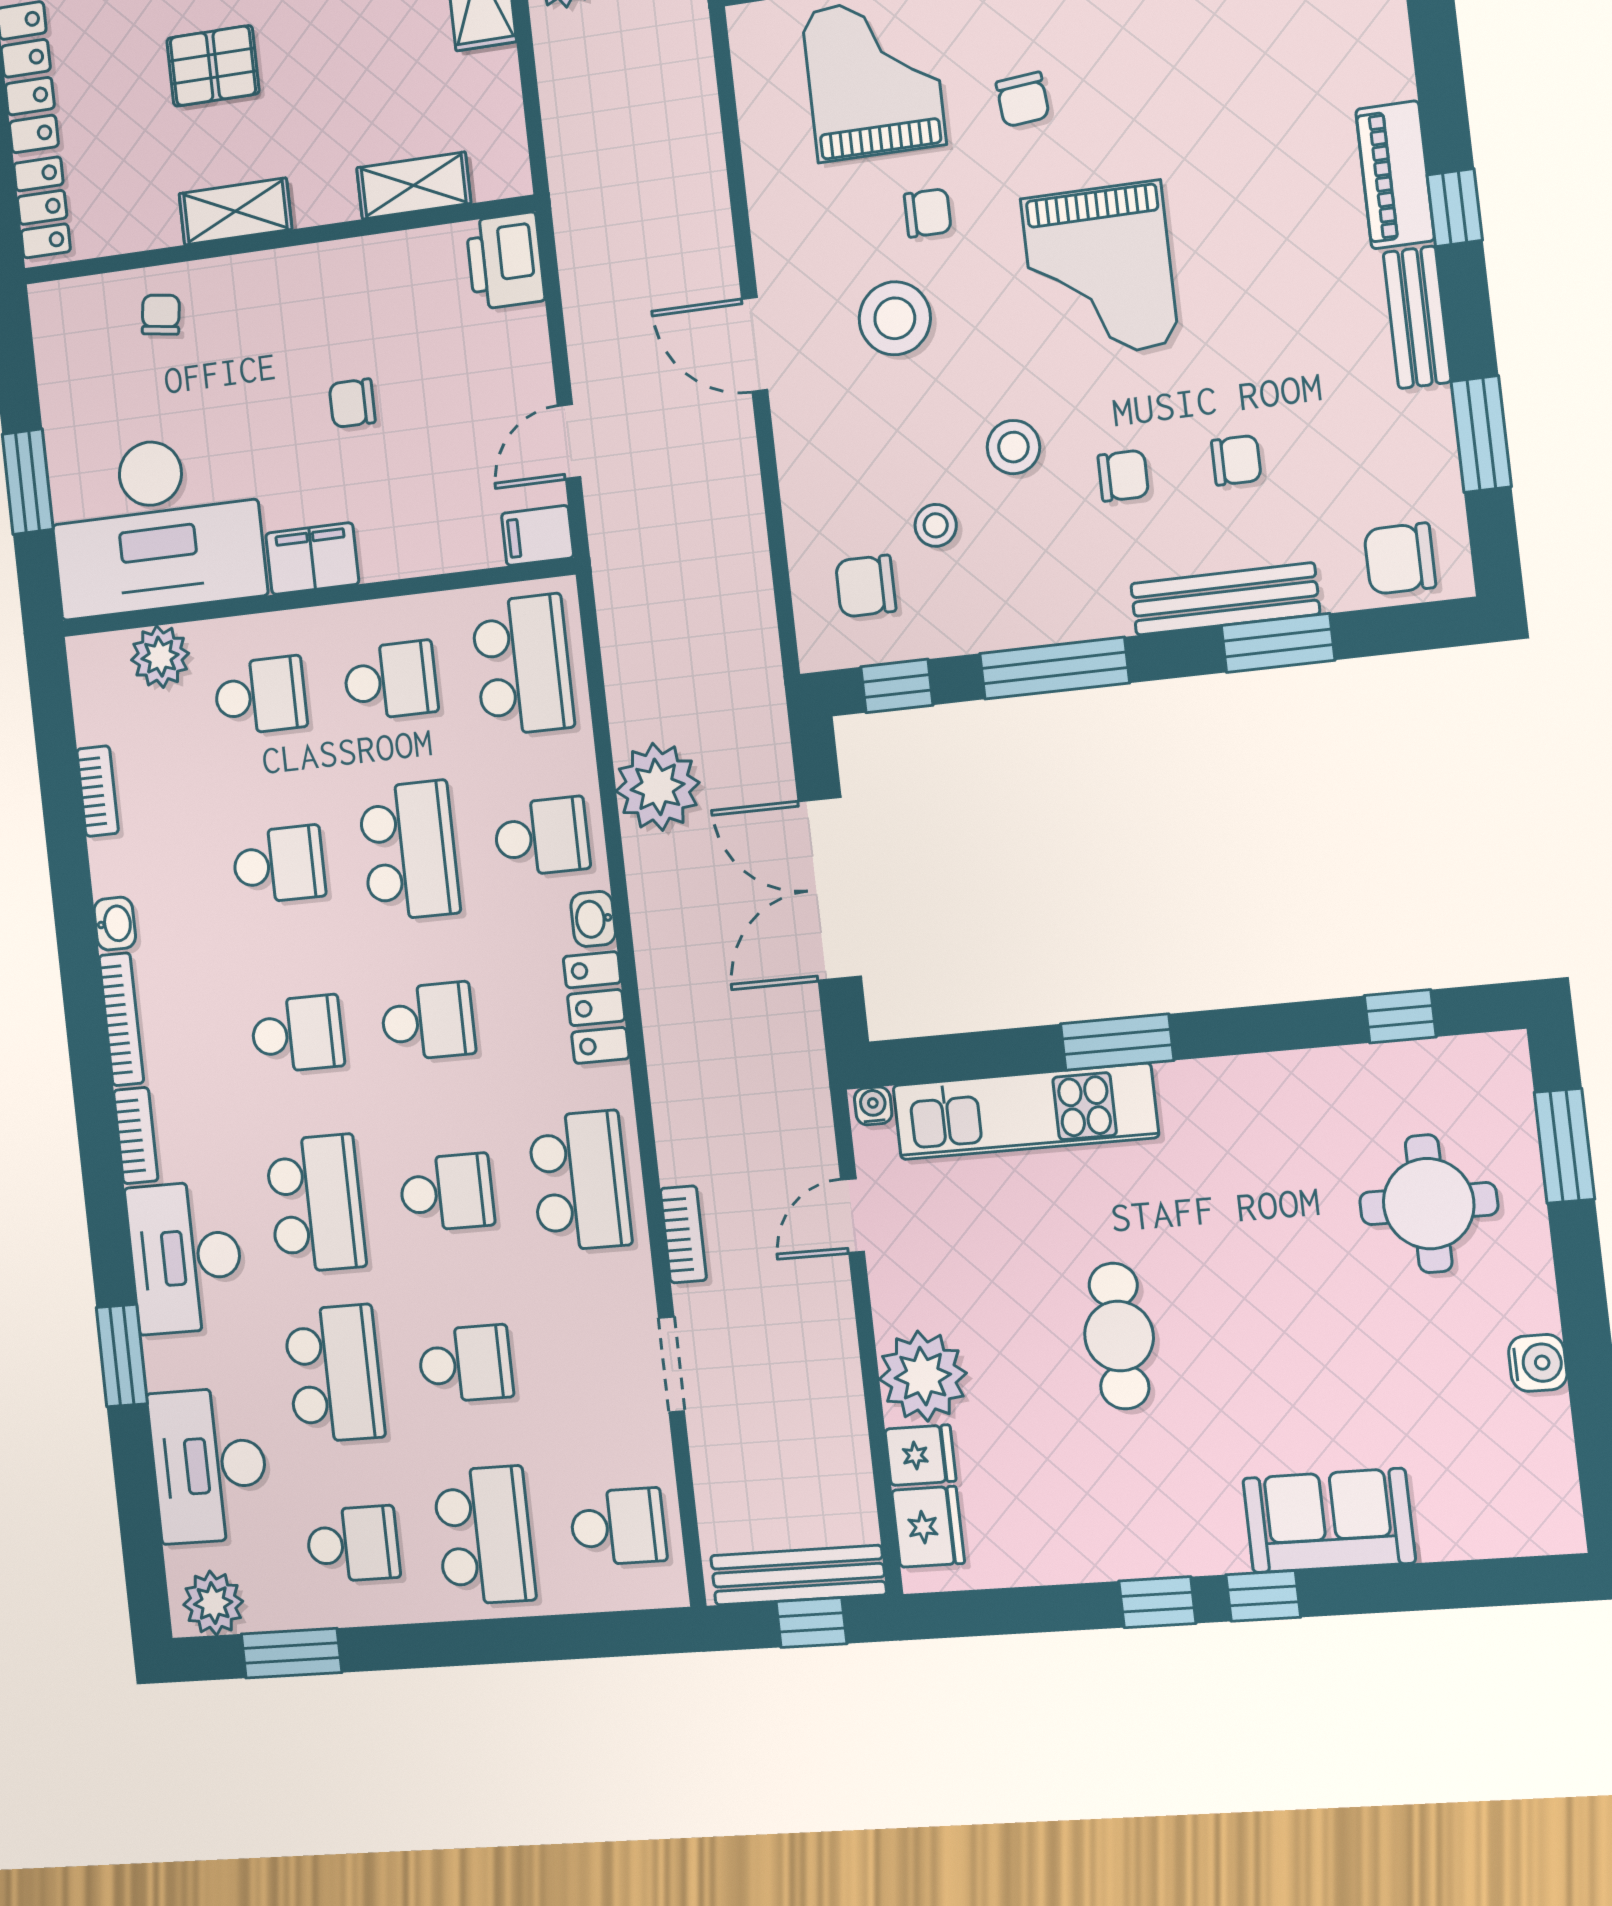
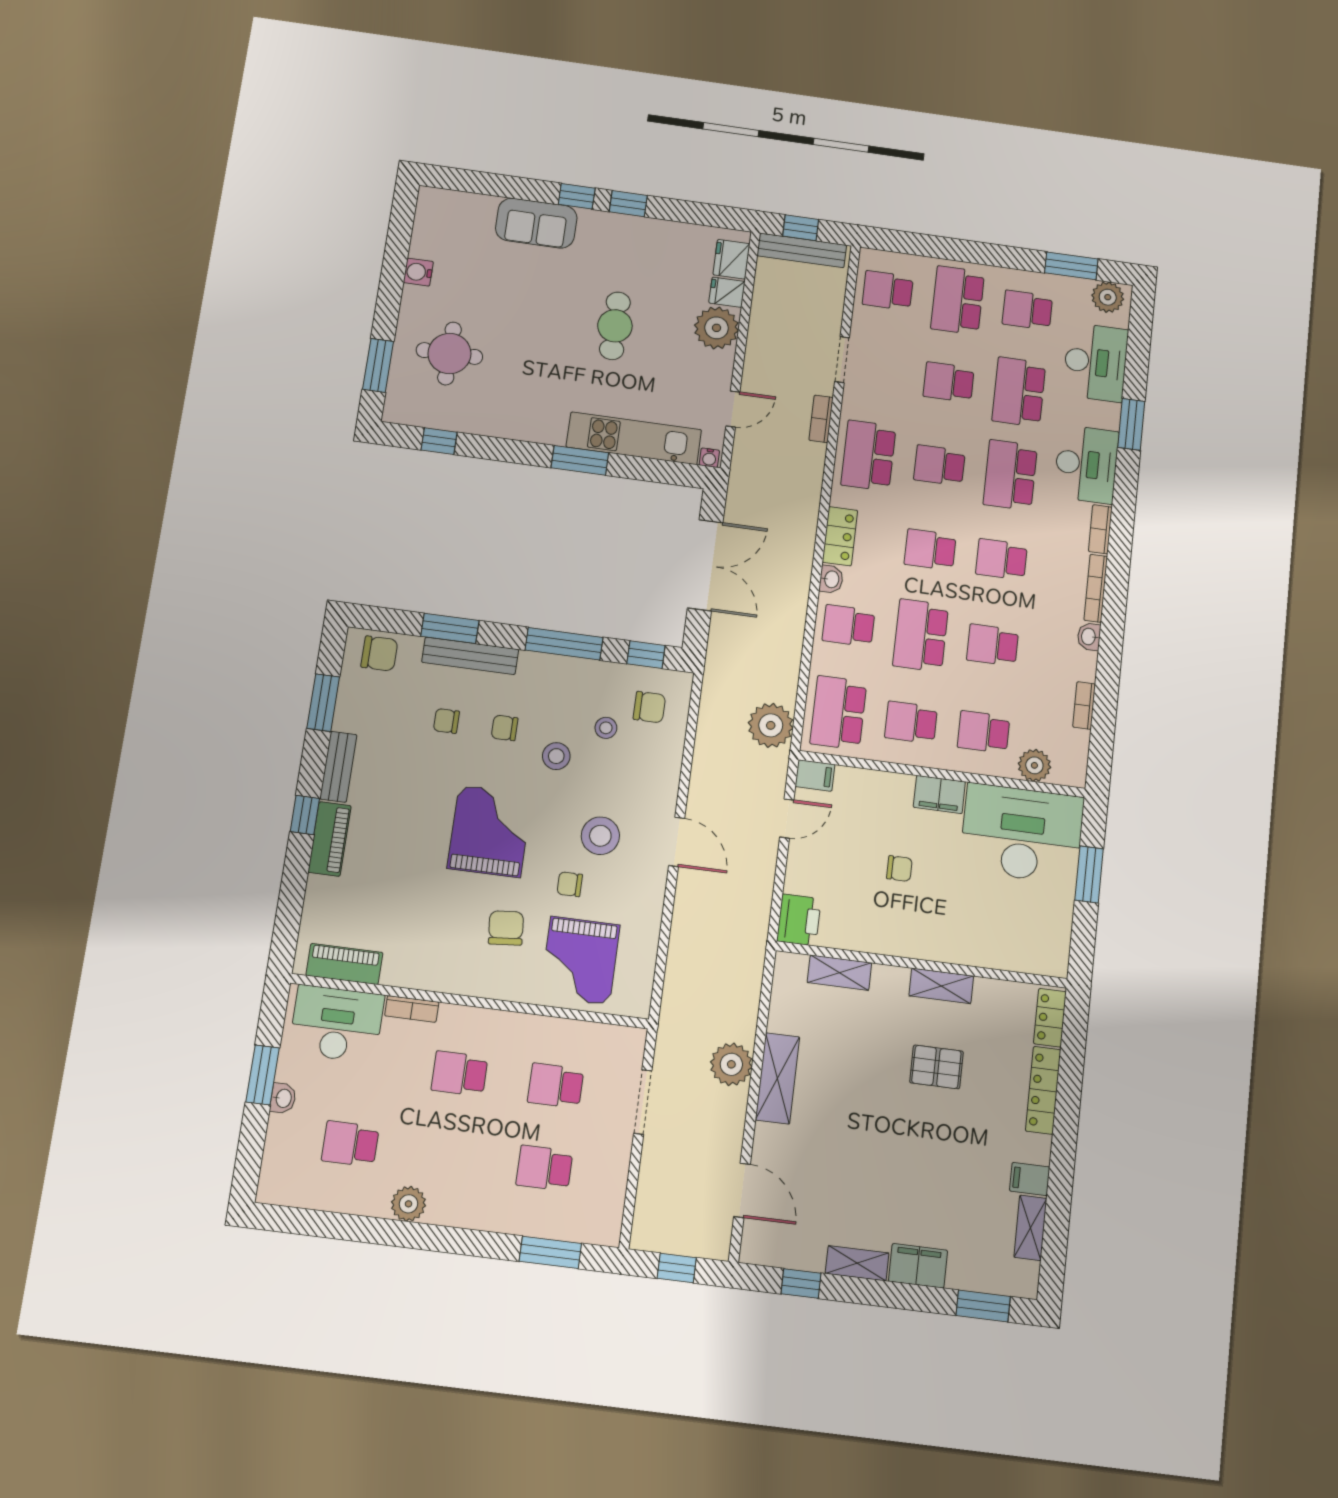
chair: (1023, 100) -> (506, 928), width x1.37, depth x1.37
chair: (161, 315) -> (995, 943), removed
plant: (658, 787) -> (771, 725), moved

